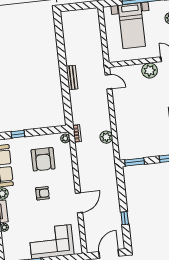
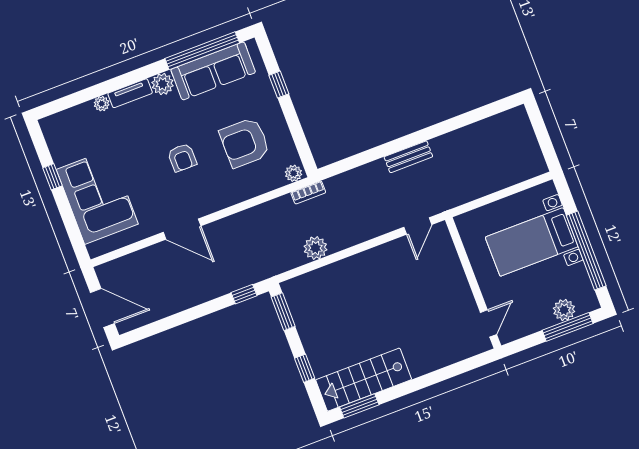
plant: (150, 70) -> (458, 296), removed
window: (125, 218) -> (244, 294), moved

